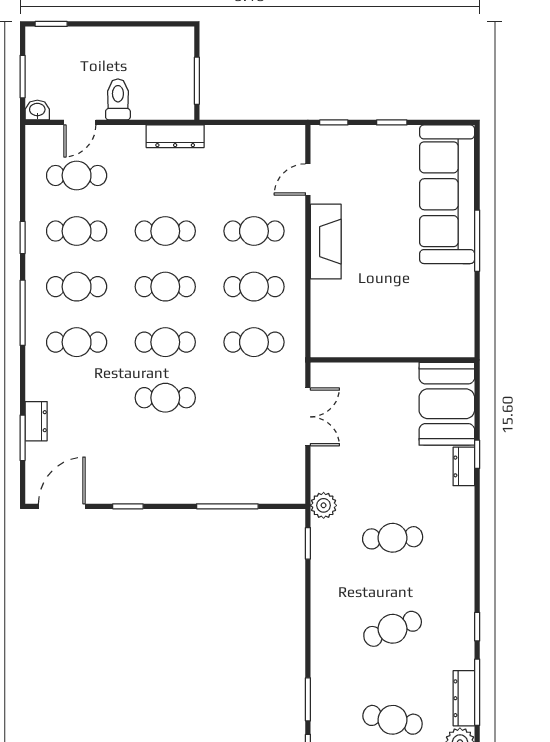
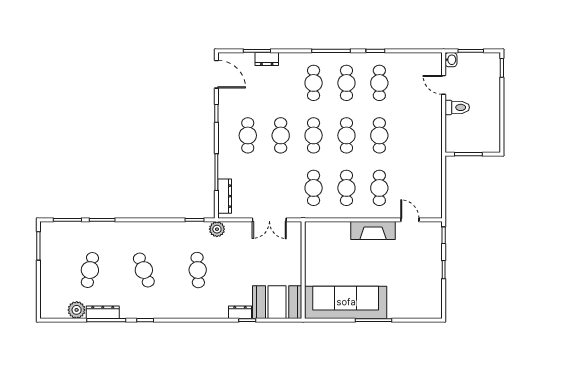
dresser: (175, 136) -> (225, 196), moved, turned 180
cafe table: (77, 175) -> (248, 135), moved
sofa: (447, 194) -> (346, 302), moved

